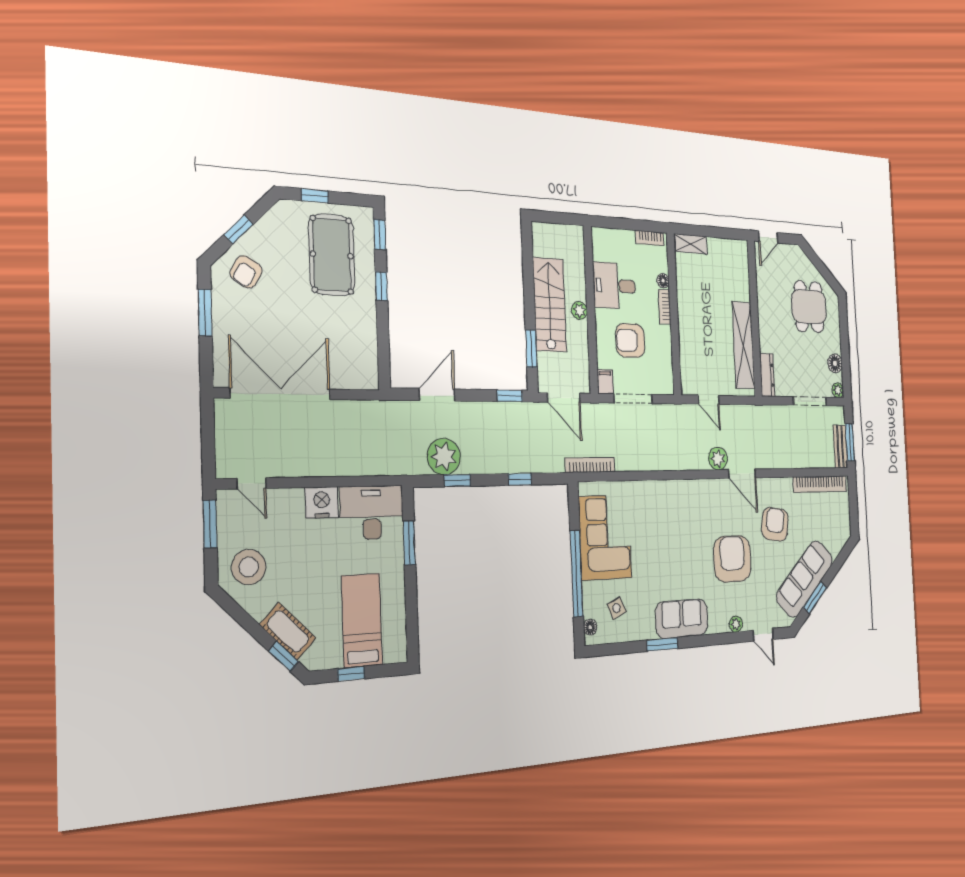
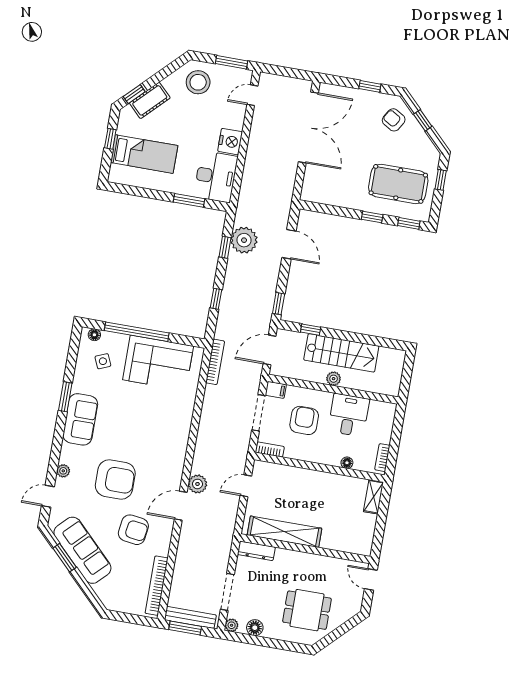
bookcase: (665, 307) -> (270, 450), moved
window: (205, 313) -> (370, 86), width x0.67
window: (531, 349) -> (311, 330), width x0.67
bench: (840, 447) -> (190, 617), width x1.36

